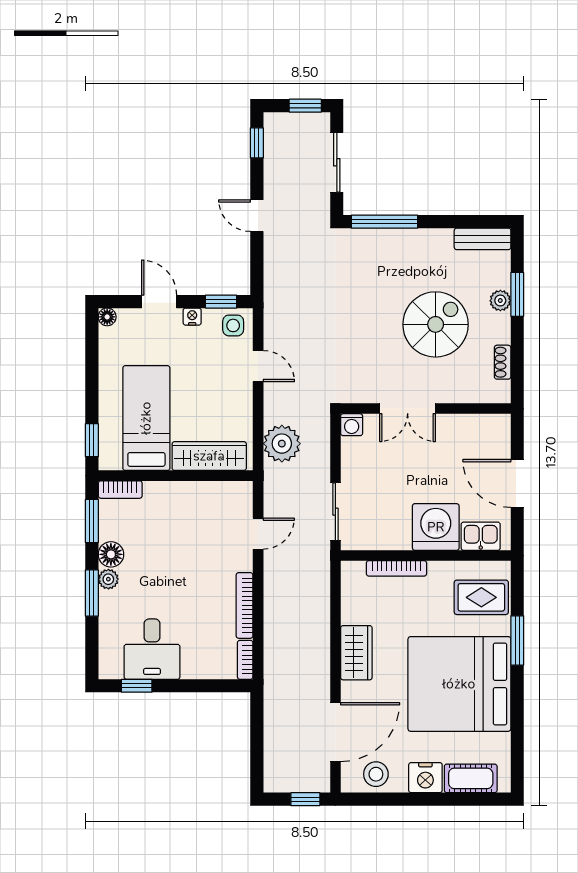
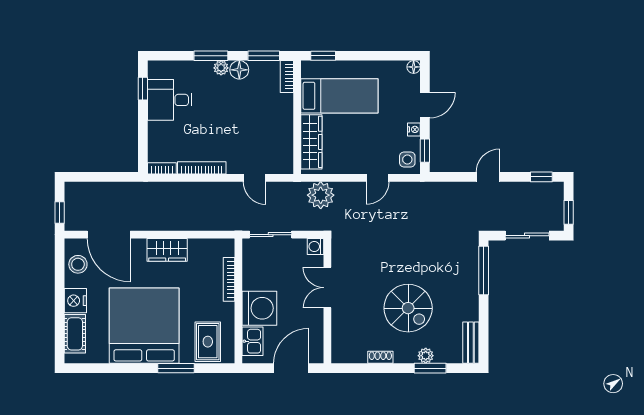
double door: (408, 409) -> (327, 288), moved
wall: (426, 409) -> (327, 301), moved
washing machine: (352, 425) -> (316, 246), moved

